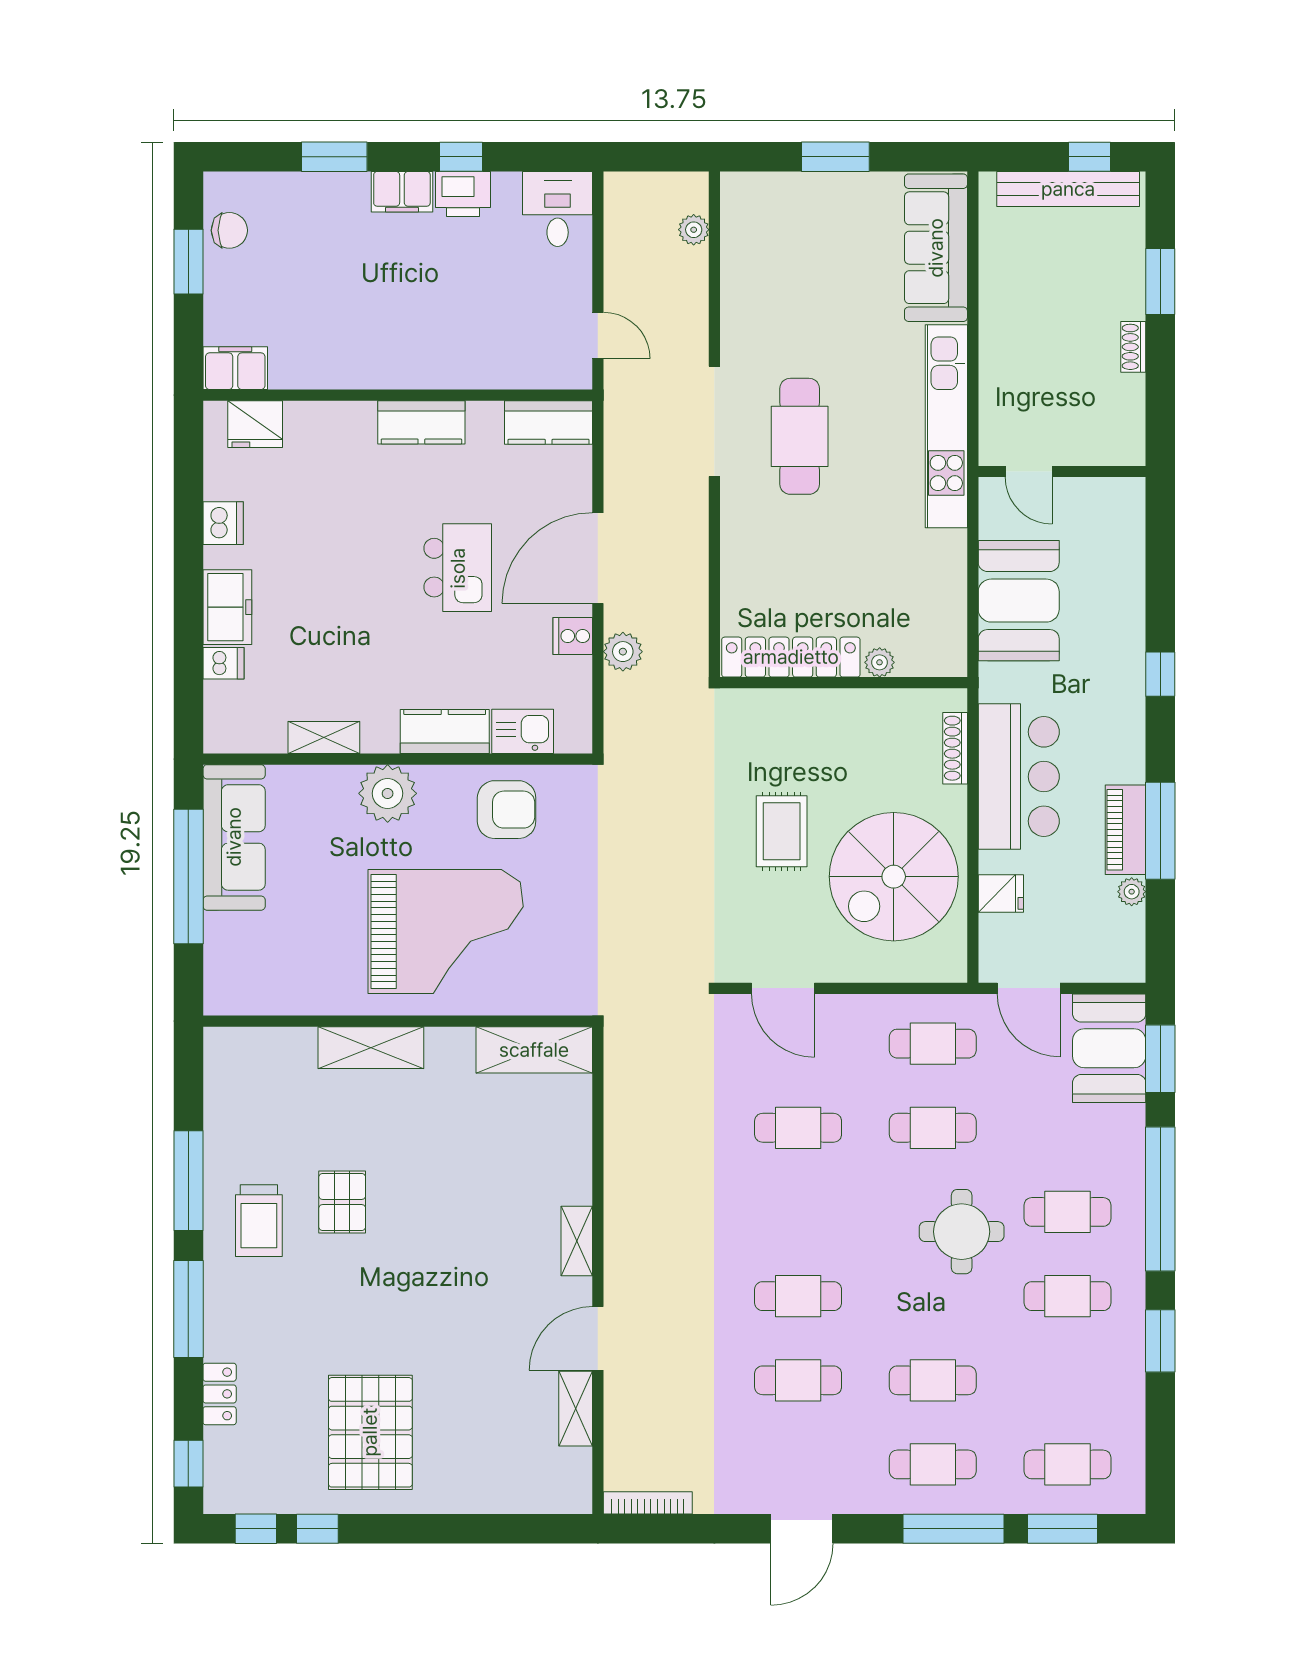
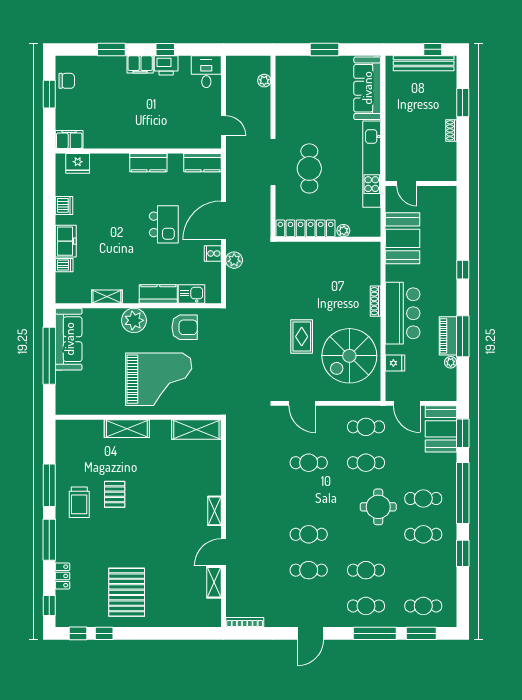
locker: (791, 657) -> (306, 228), moved
plant: (880, 662) -> (343, 231), moved
wall: (844, 683) -> (328, 239), moved

